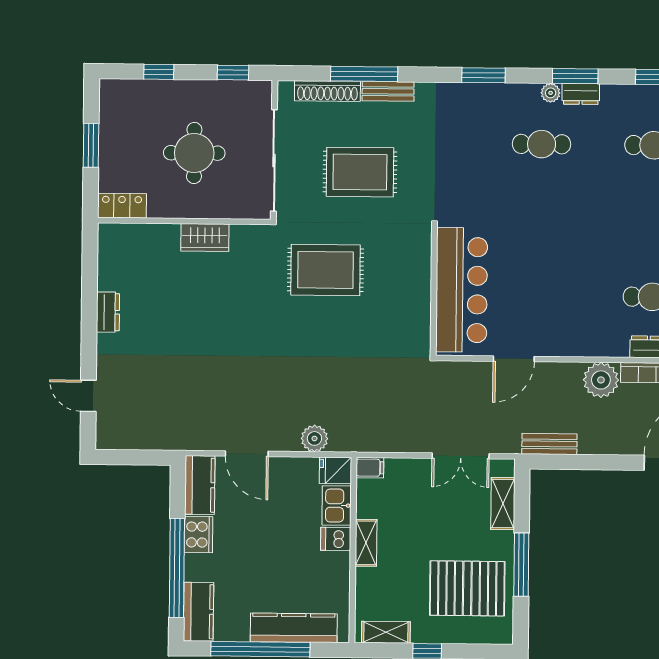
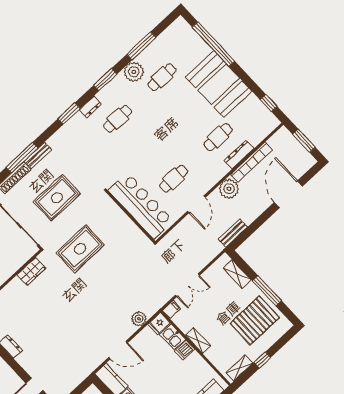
plant: (551, 93) -> (134, 72), moved, width x1.87, depth x1.87
dresser: (581, 94) -> (90, 107), moved
wardrobe: (205, 238) -> (31, 271), moved
cafe table: (540, 296) -> (174, 179), added
door: (514, 359) -> (196, 204), moved
double door: (461, 456) -> (187, 285), moved

